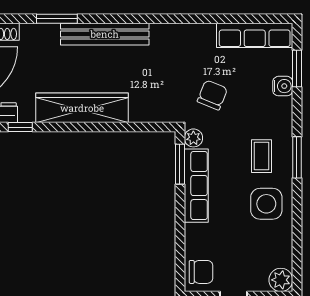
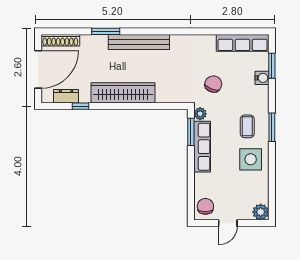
chair: (201, 272) -> (205, 206), turned -90

